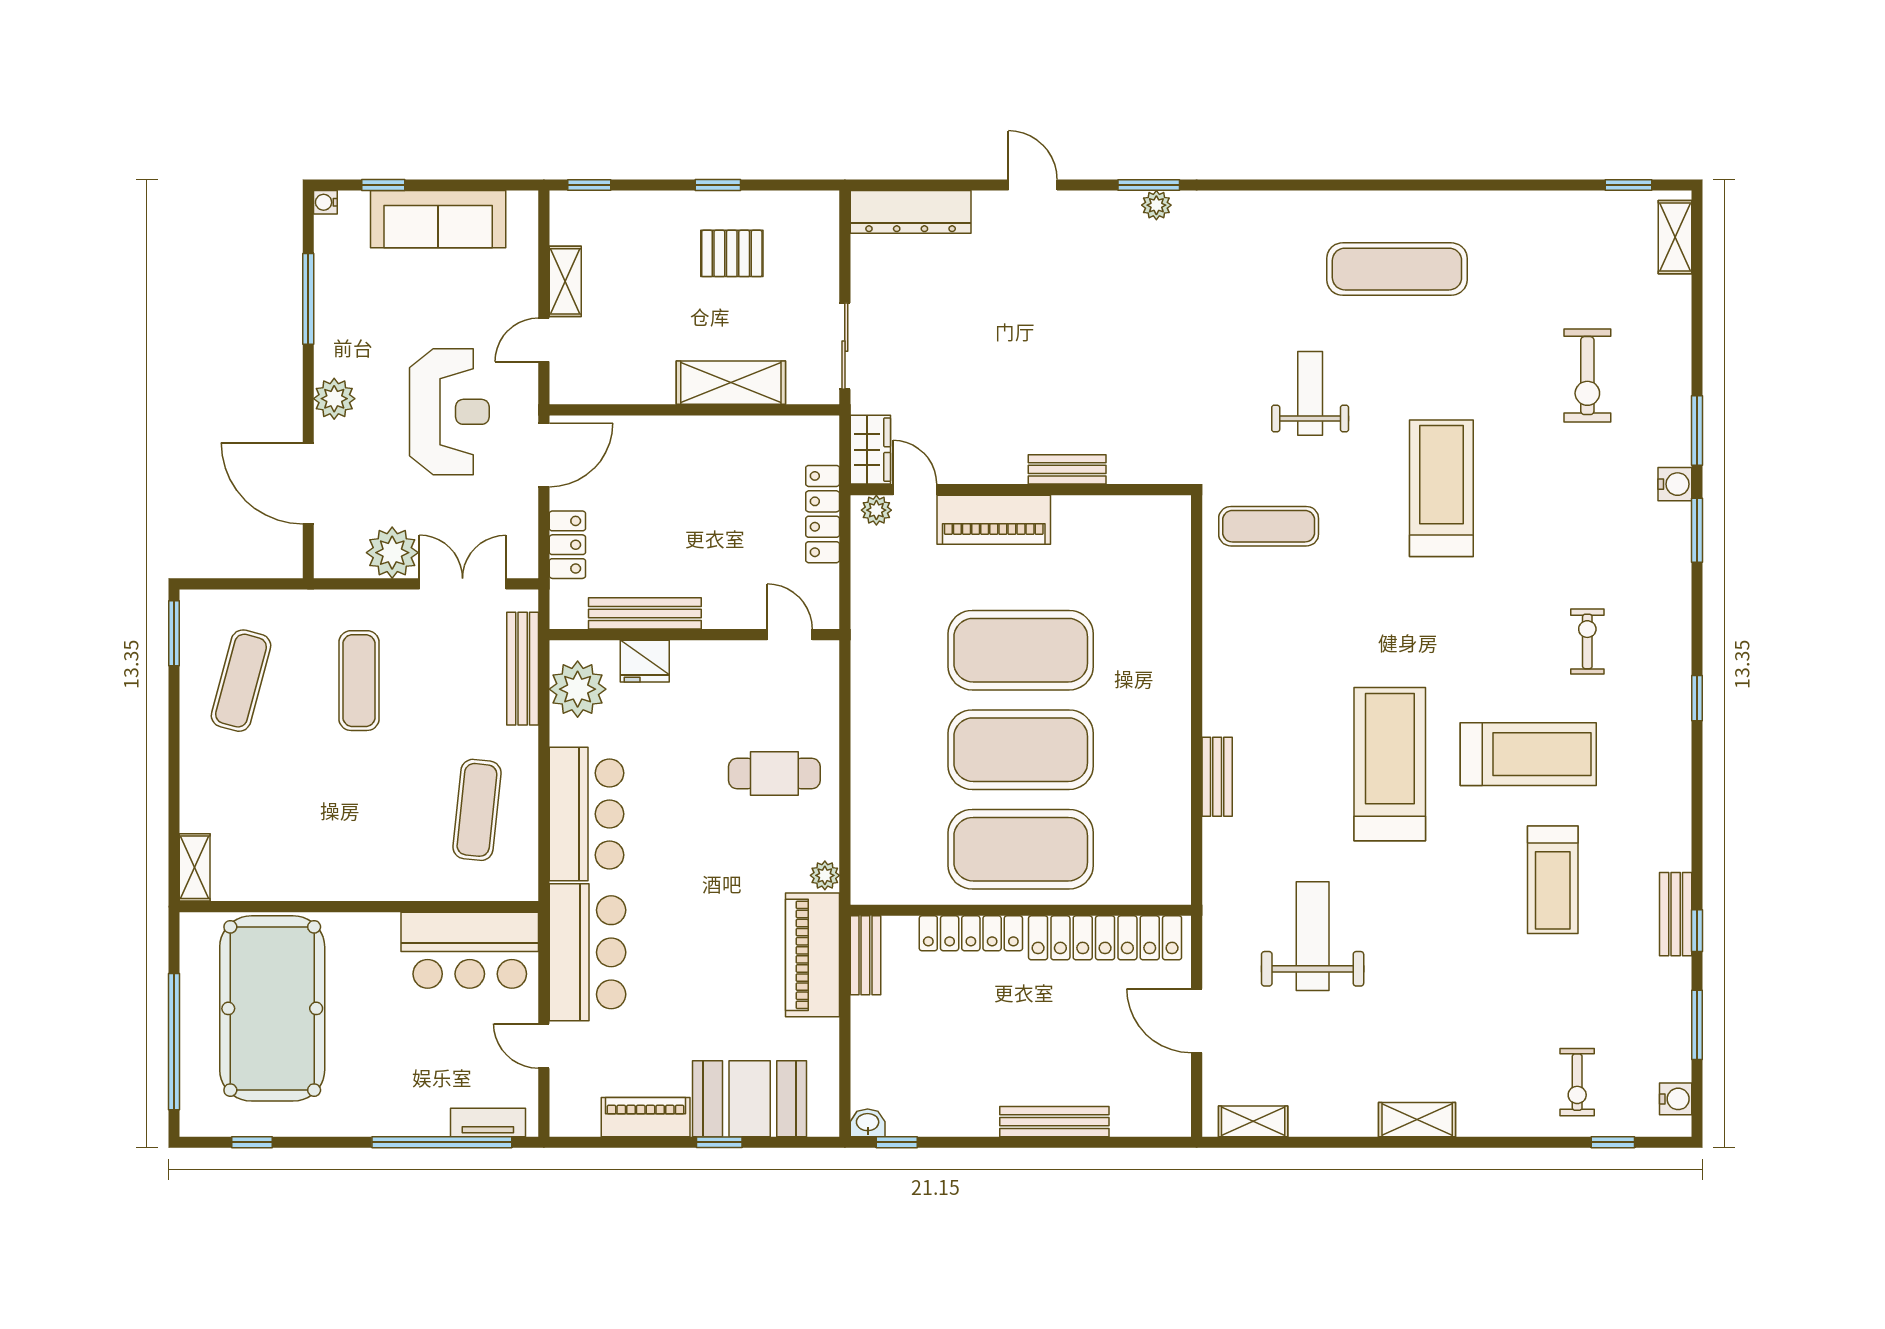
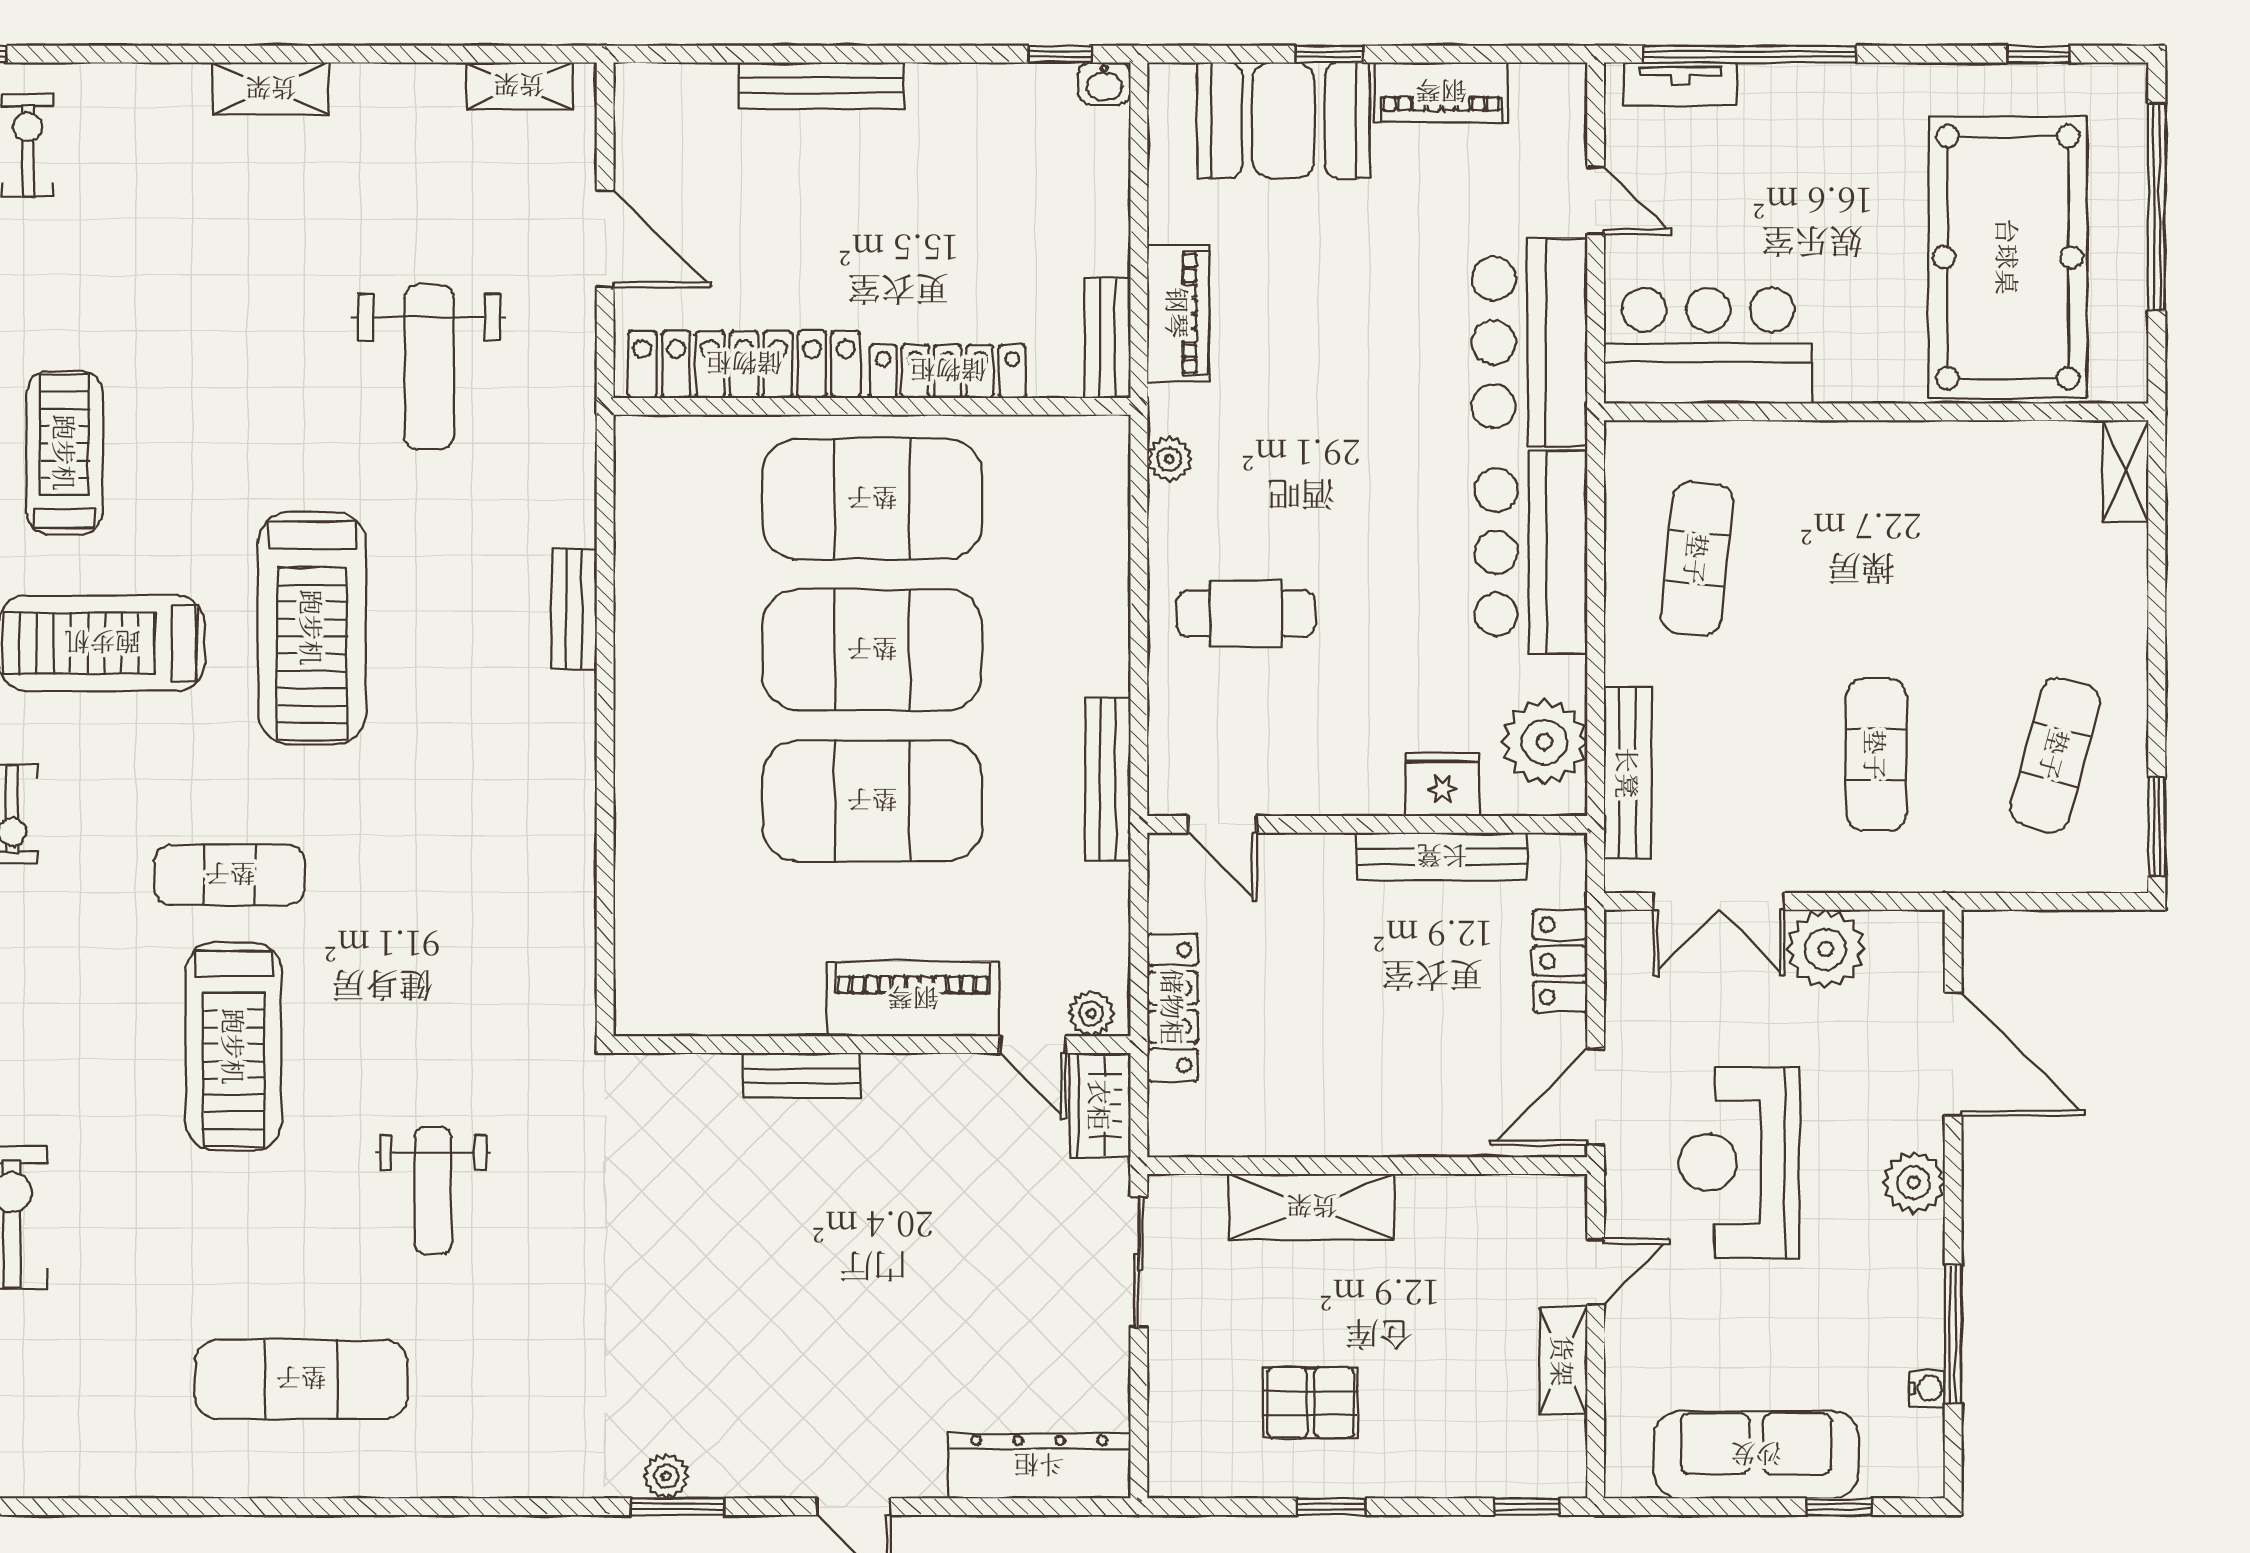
water cooler: (325, 202) -> (1927, 1388), moved
exercise mat: (1269, 526) -> (230, 875), moved
bench: (865, 665) -> (1108, 779), added
piano: (812, 955) -> (1178, 313), width x0.73, depth x0.75

